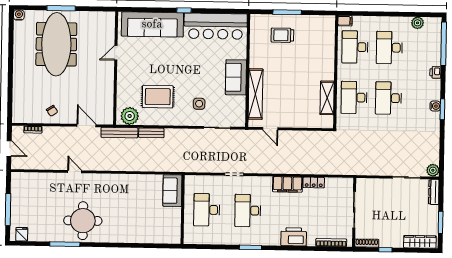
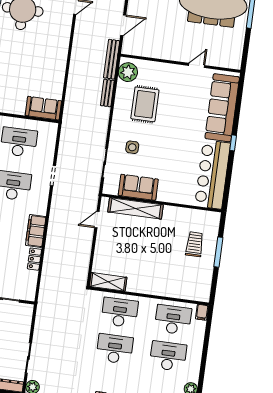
door: (116, 53) -> (197, 65), hinge flipped
sofa: (236, 77) -> (138, 187), moved
shelving: (327, 98) -> (108, 282), moved

